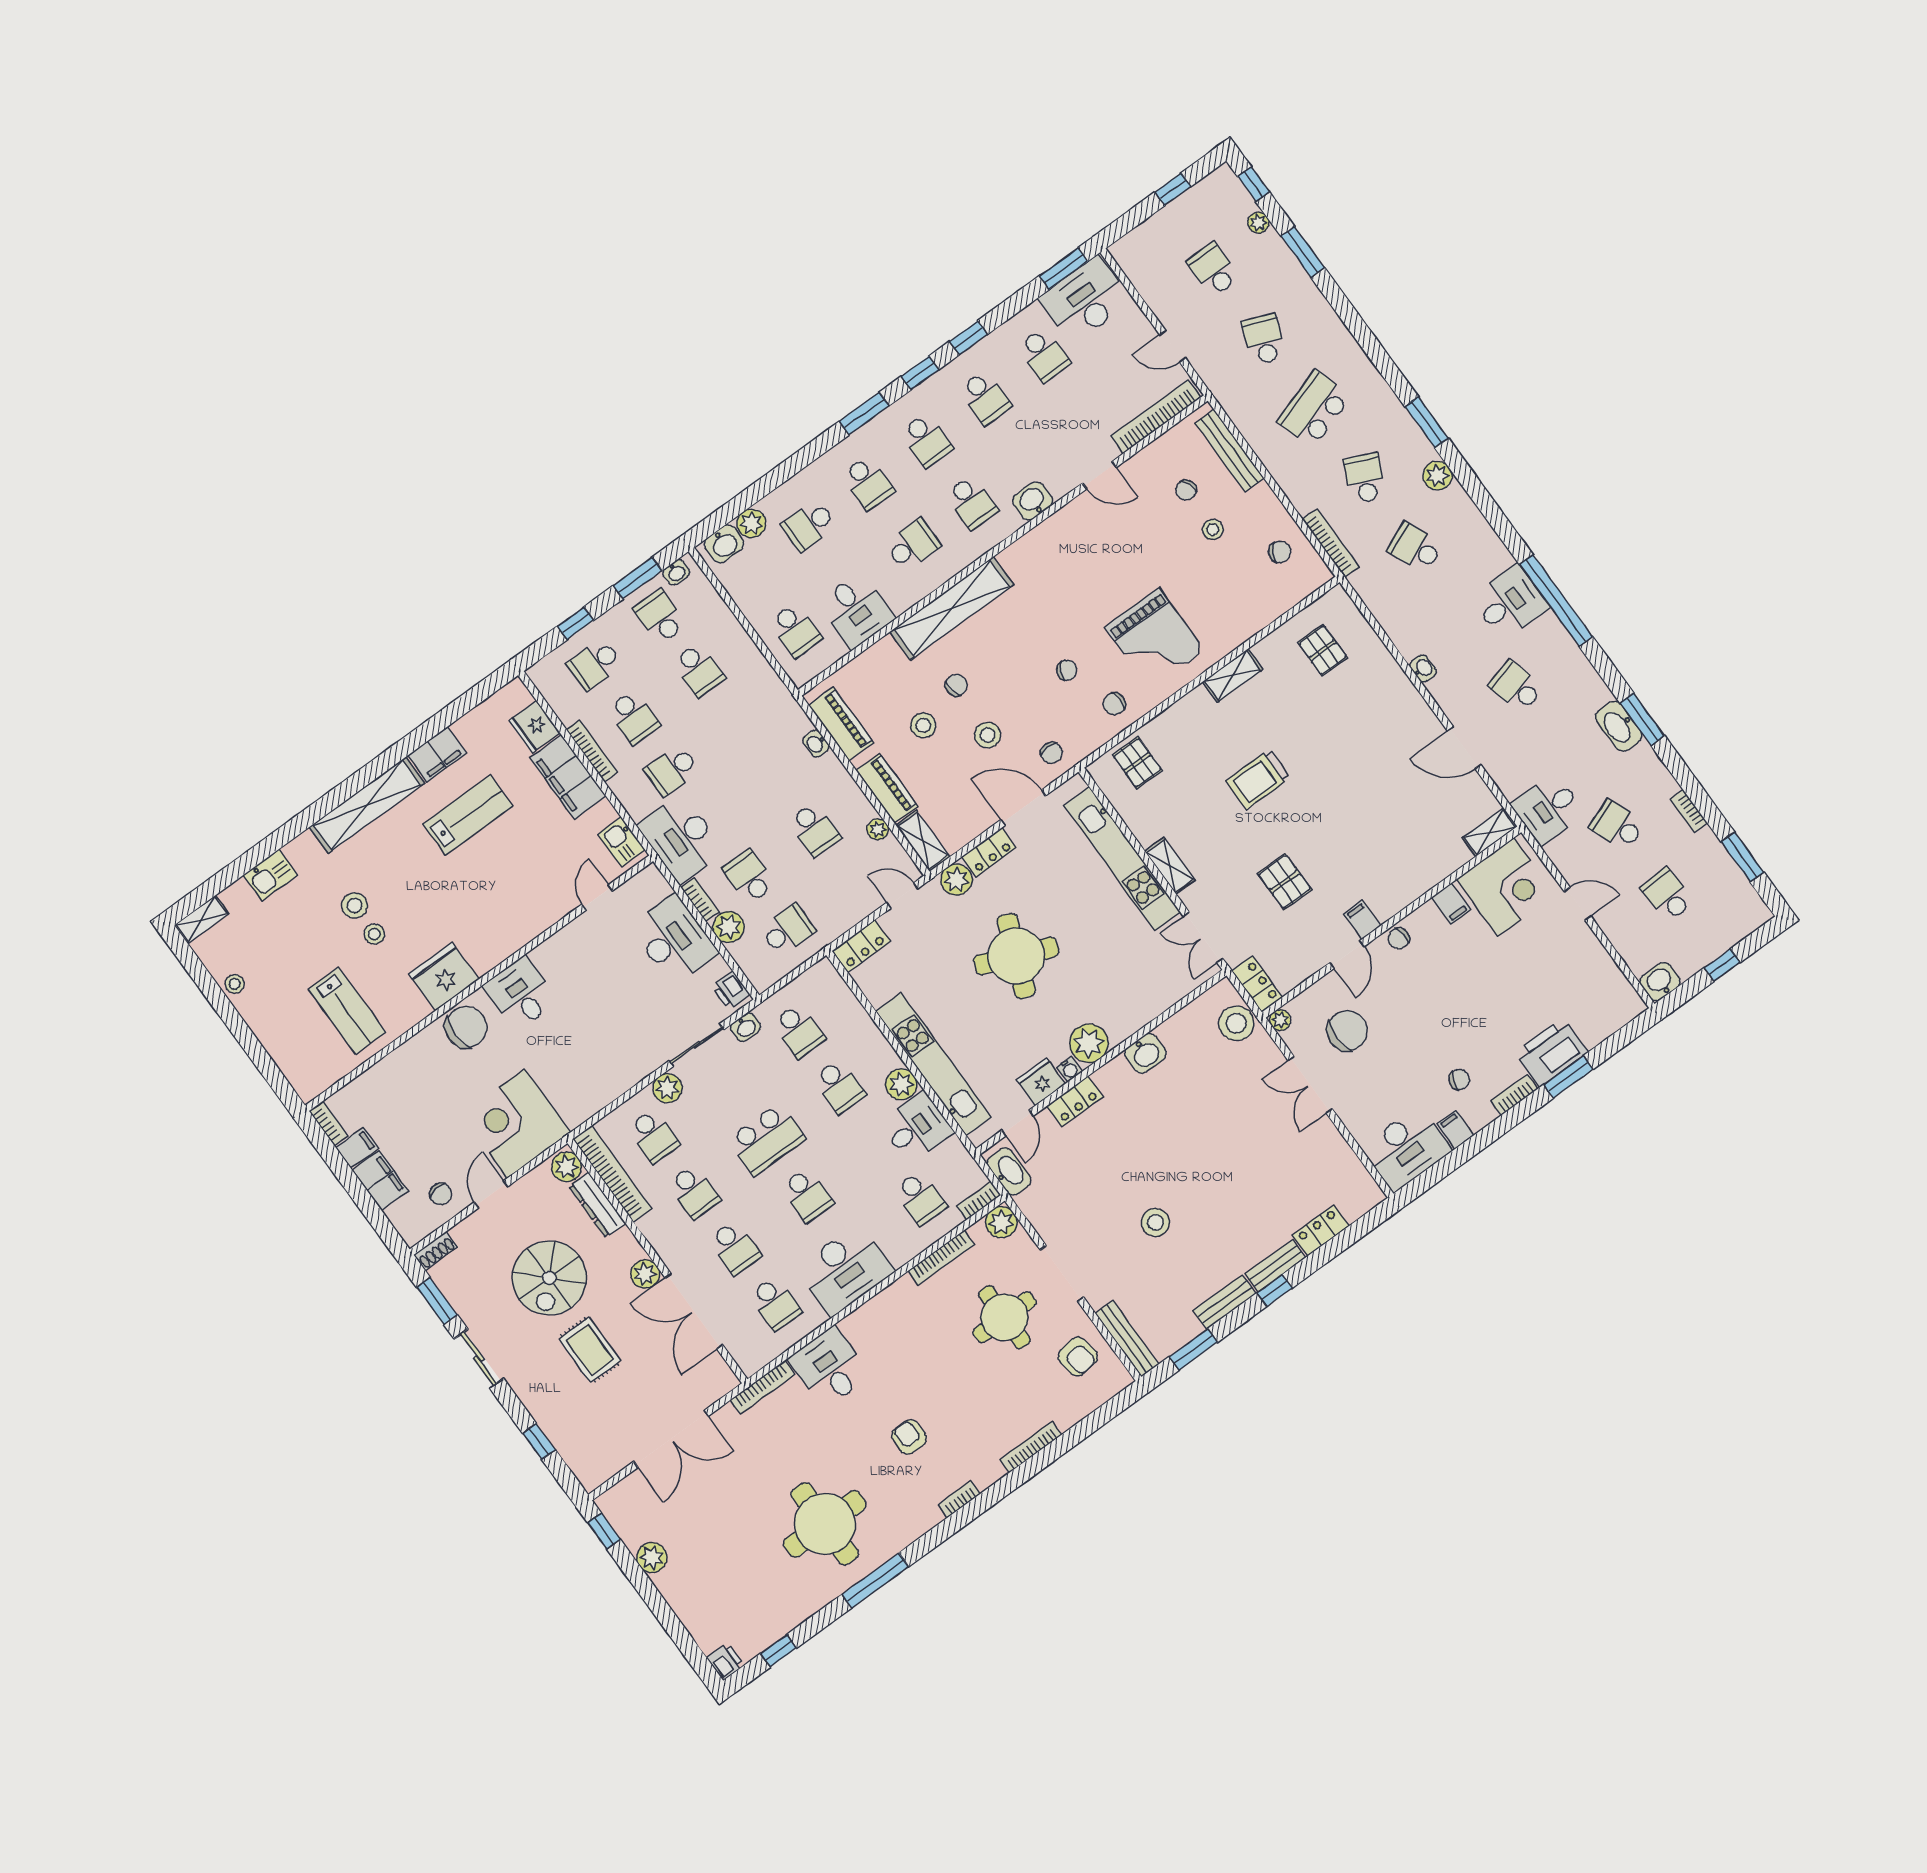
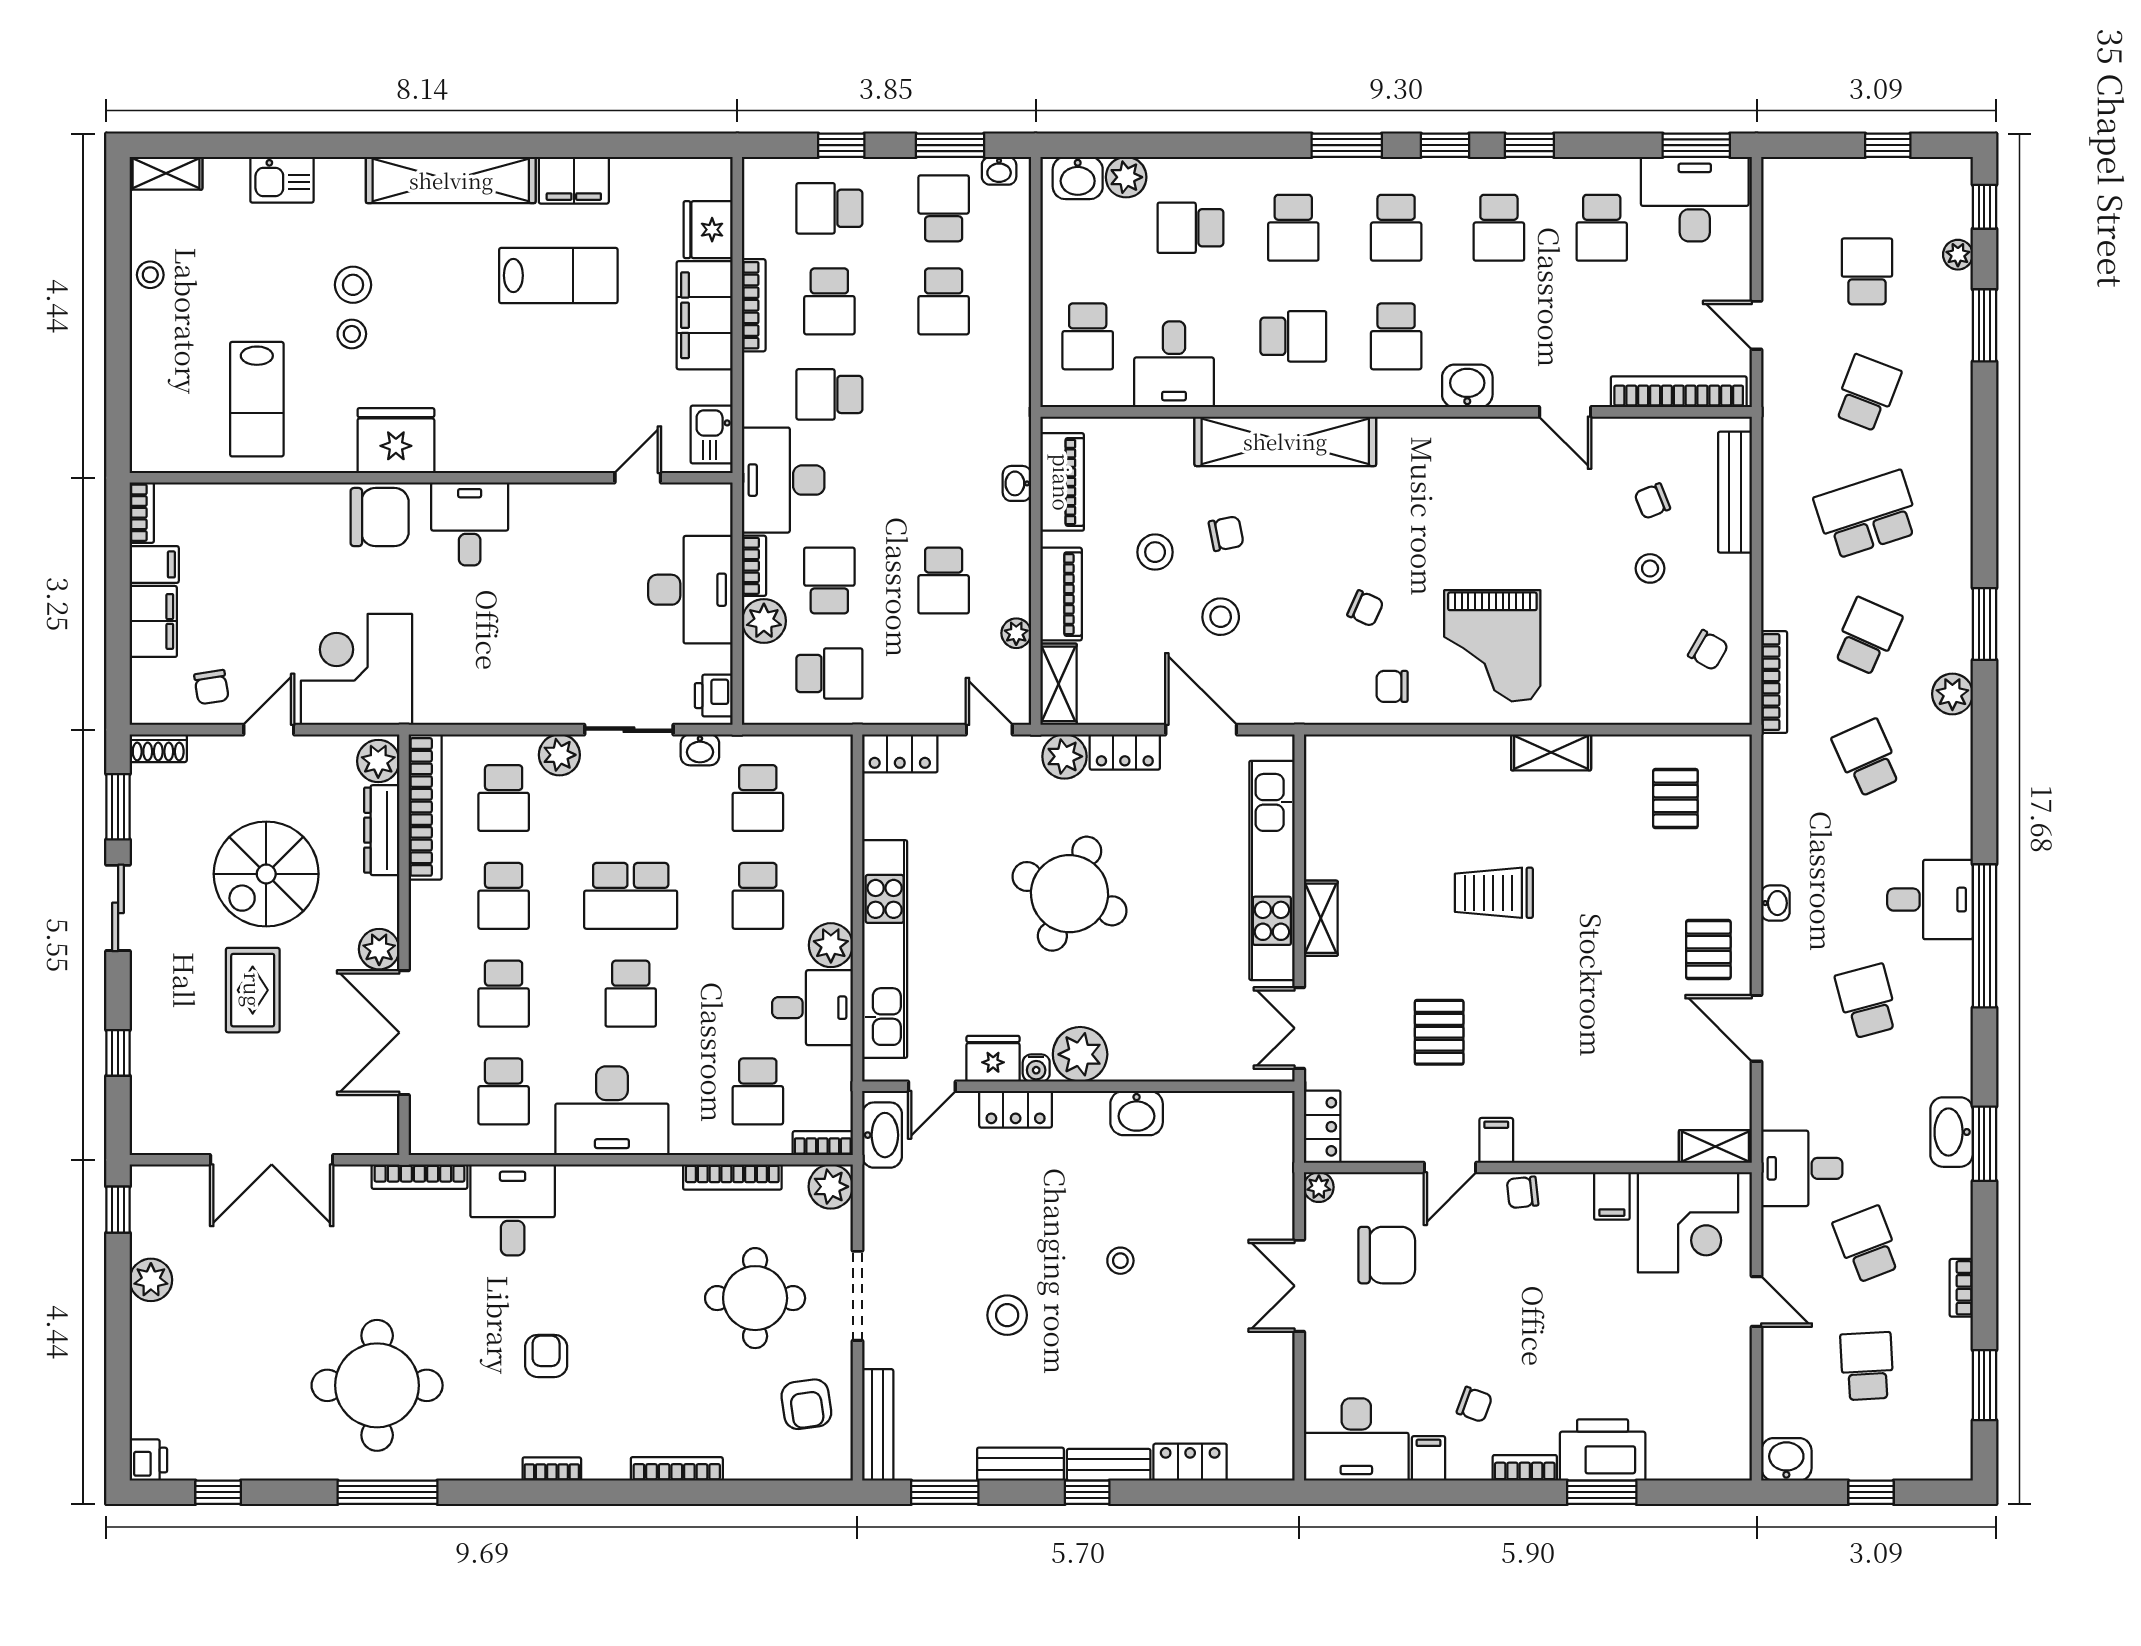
chair: (1051, 753) -> (1279, 690), removed
pallet: (1137, 763) -> (1708, 950), moved
stool: (1236, 1023) -> (1120, 1261), moved, width x0.53, depth x0.53

